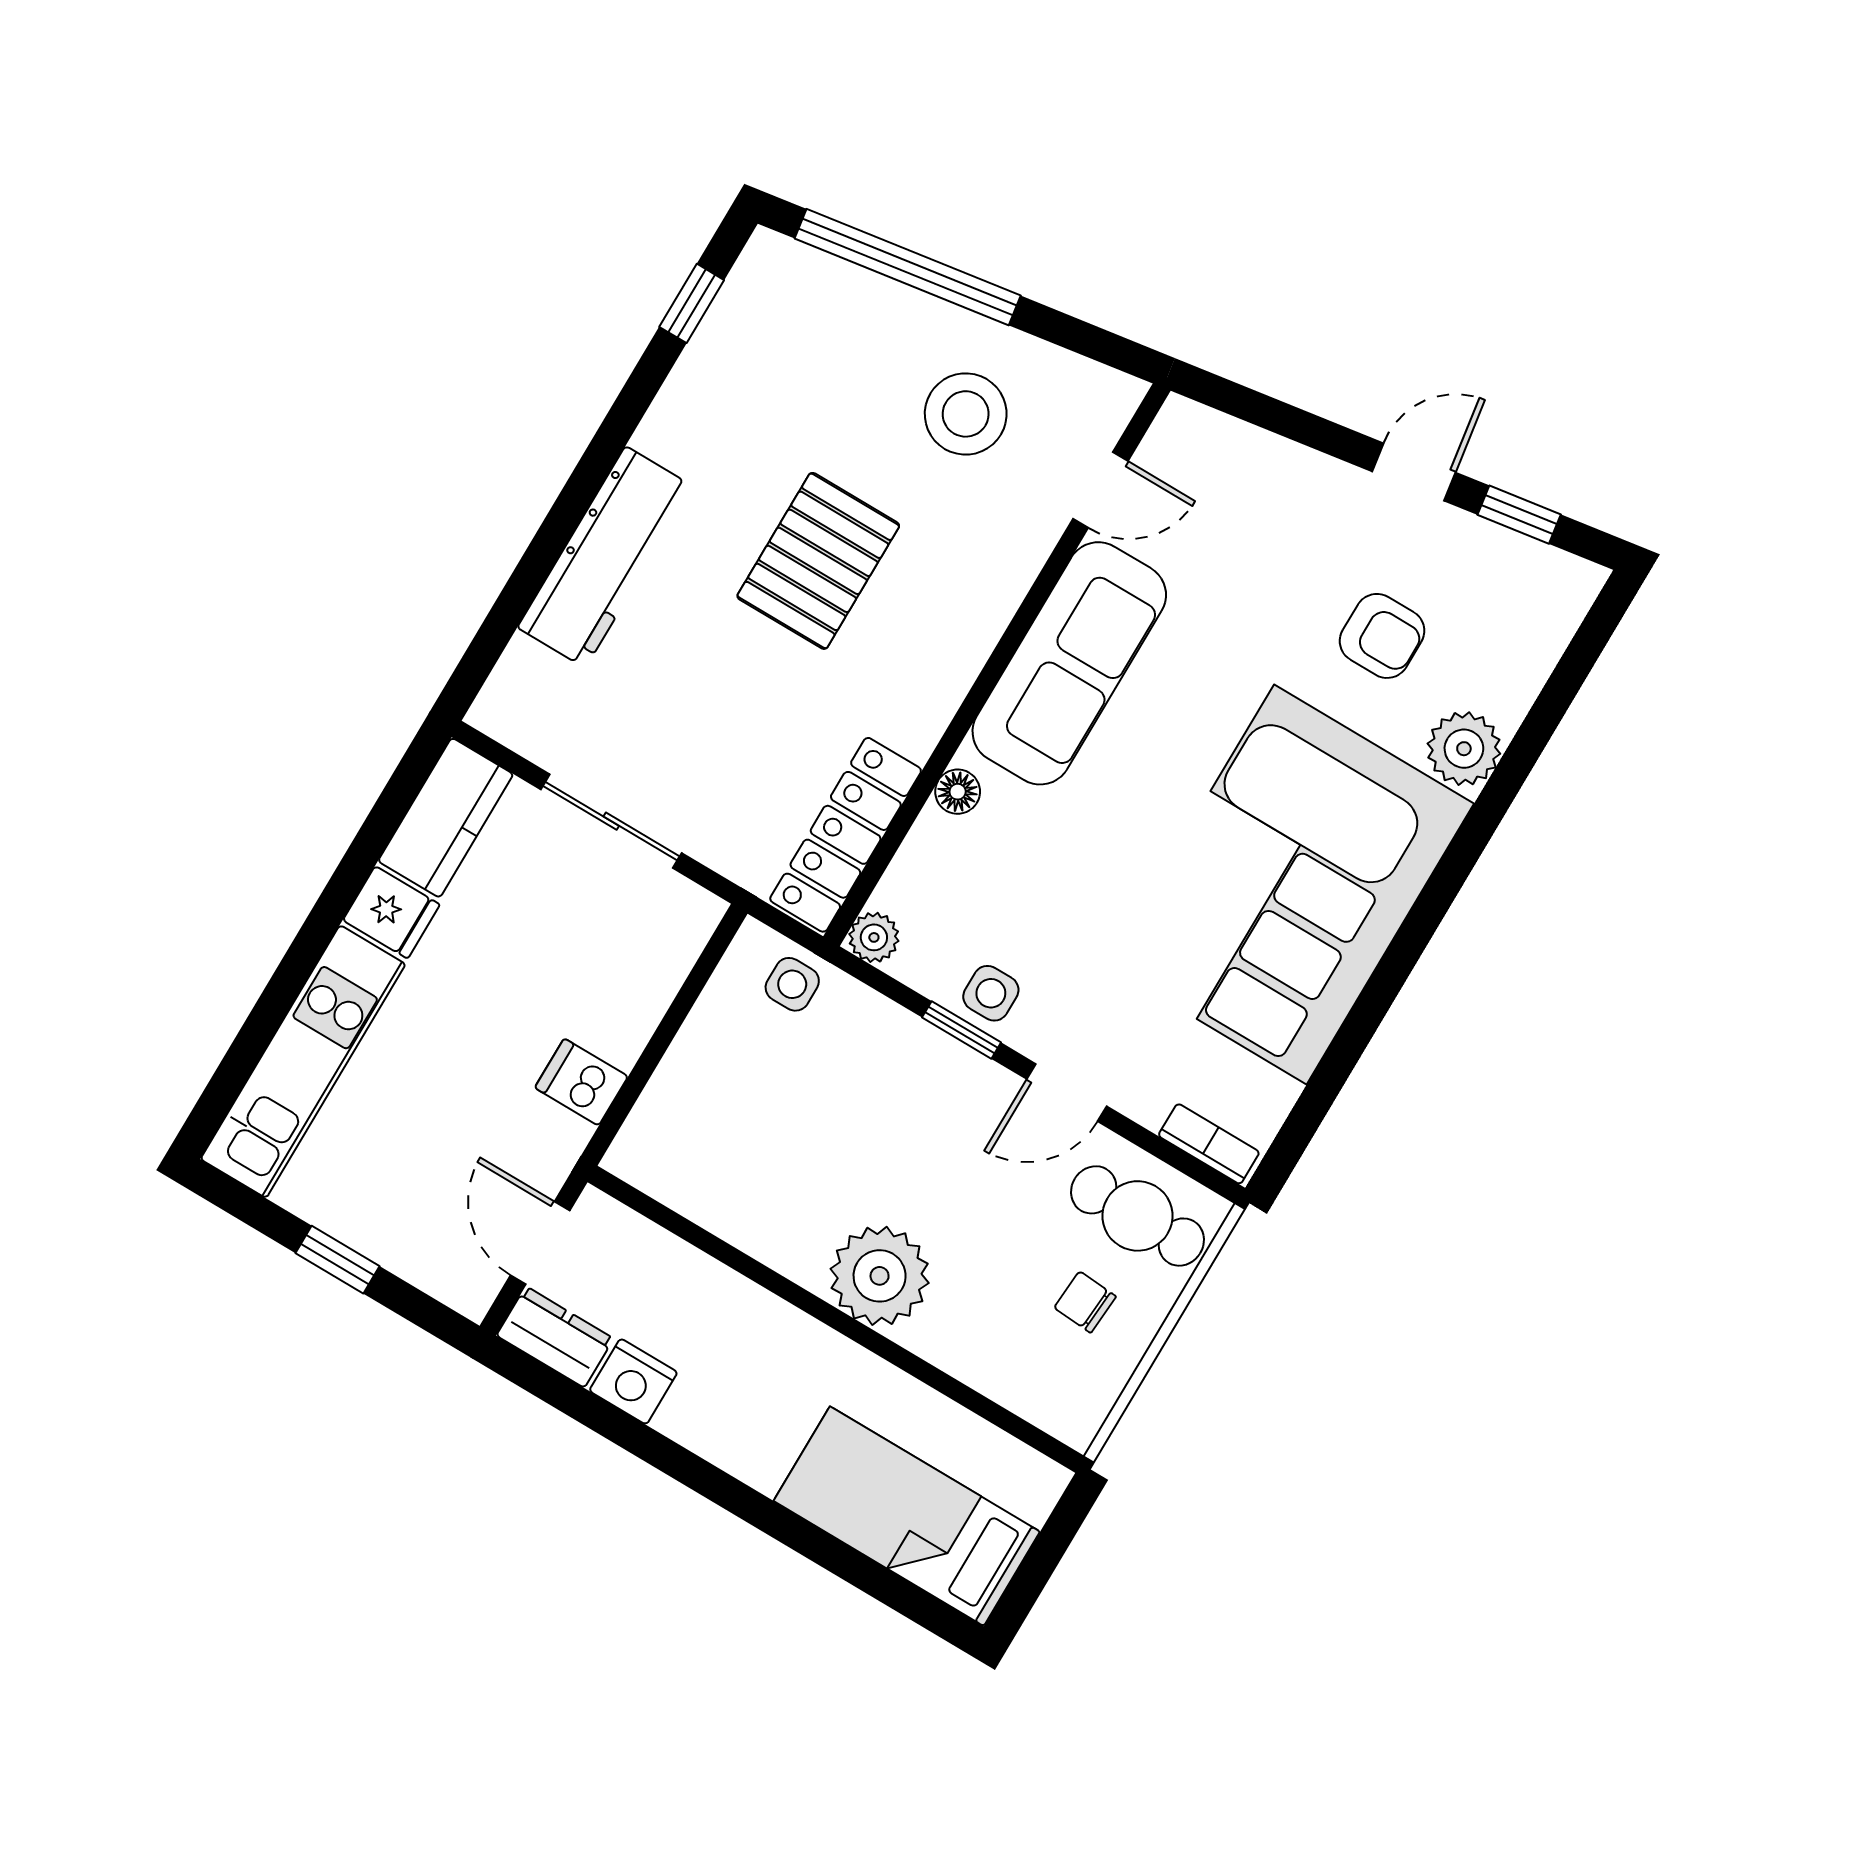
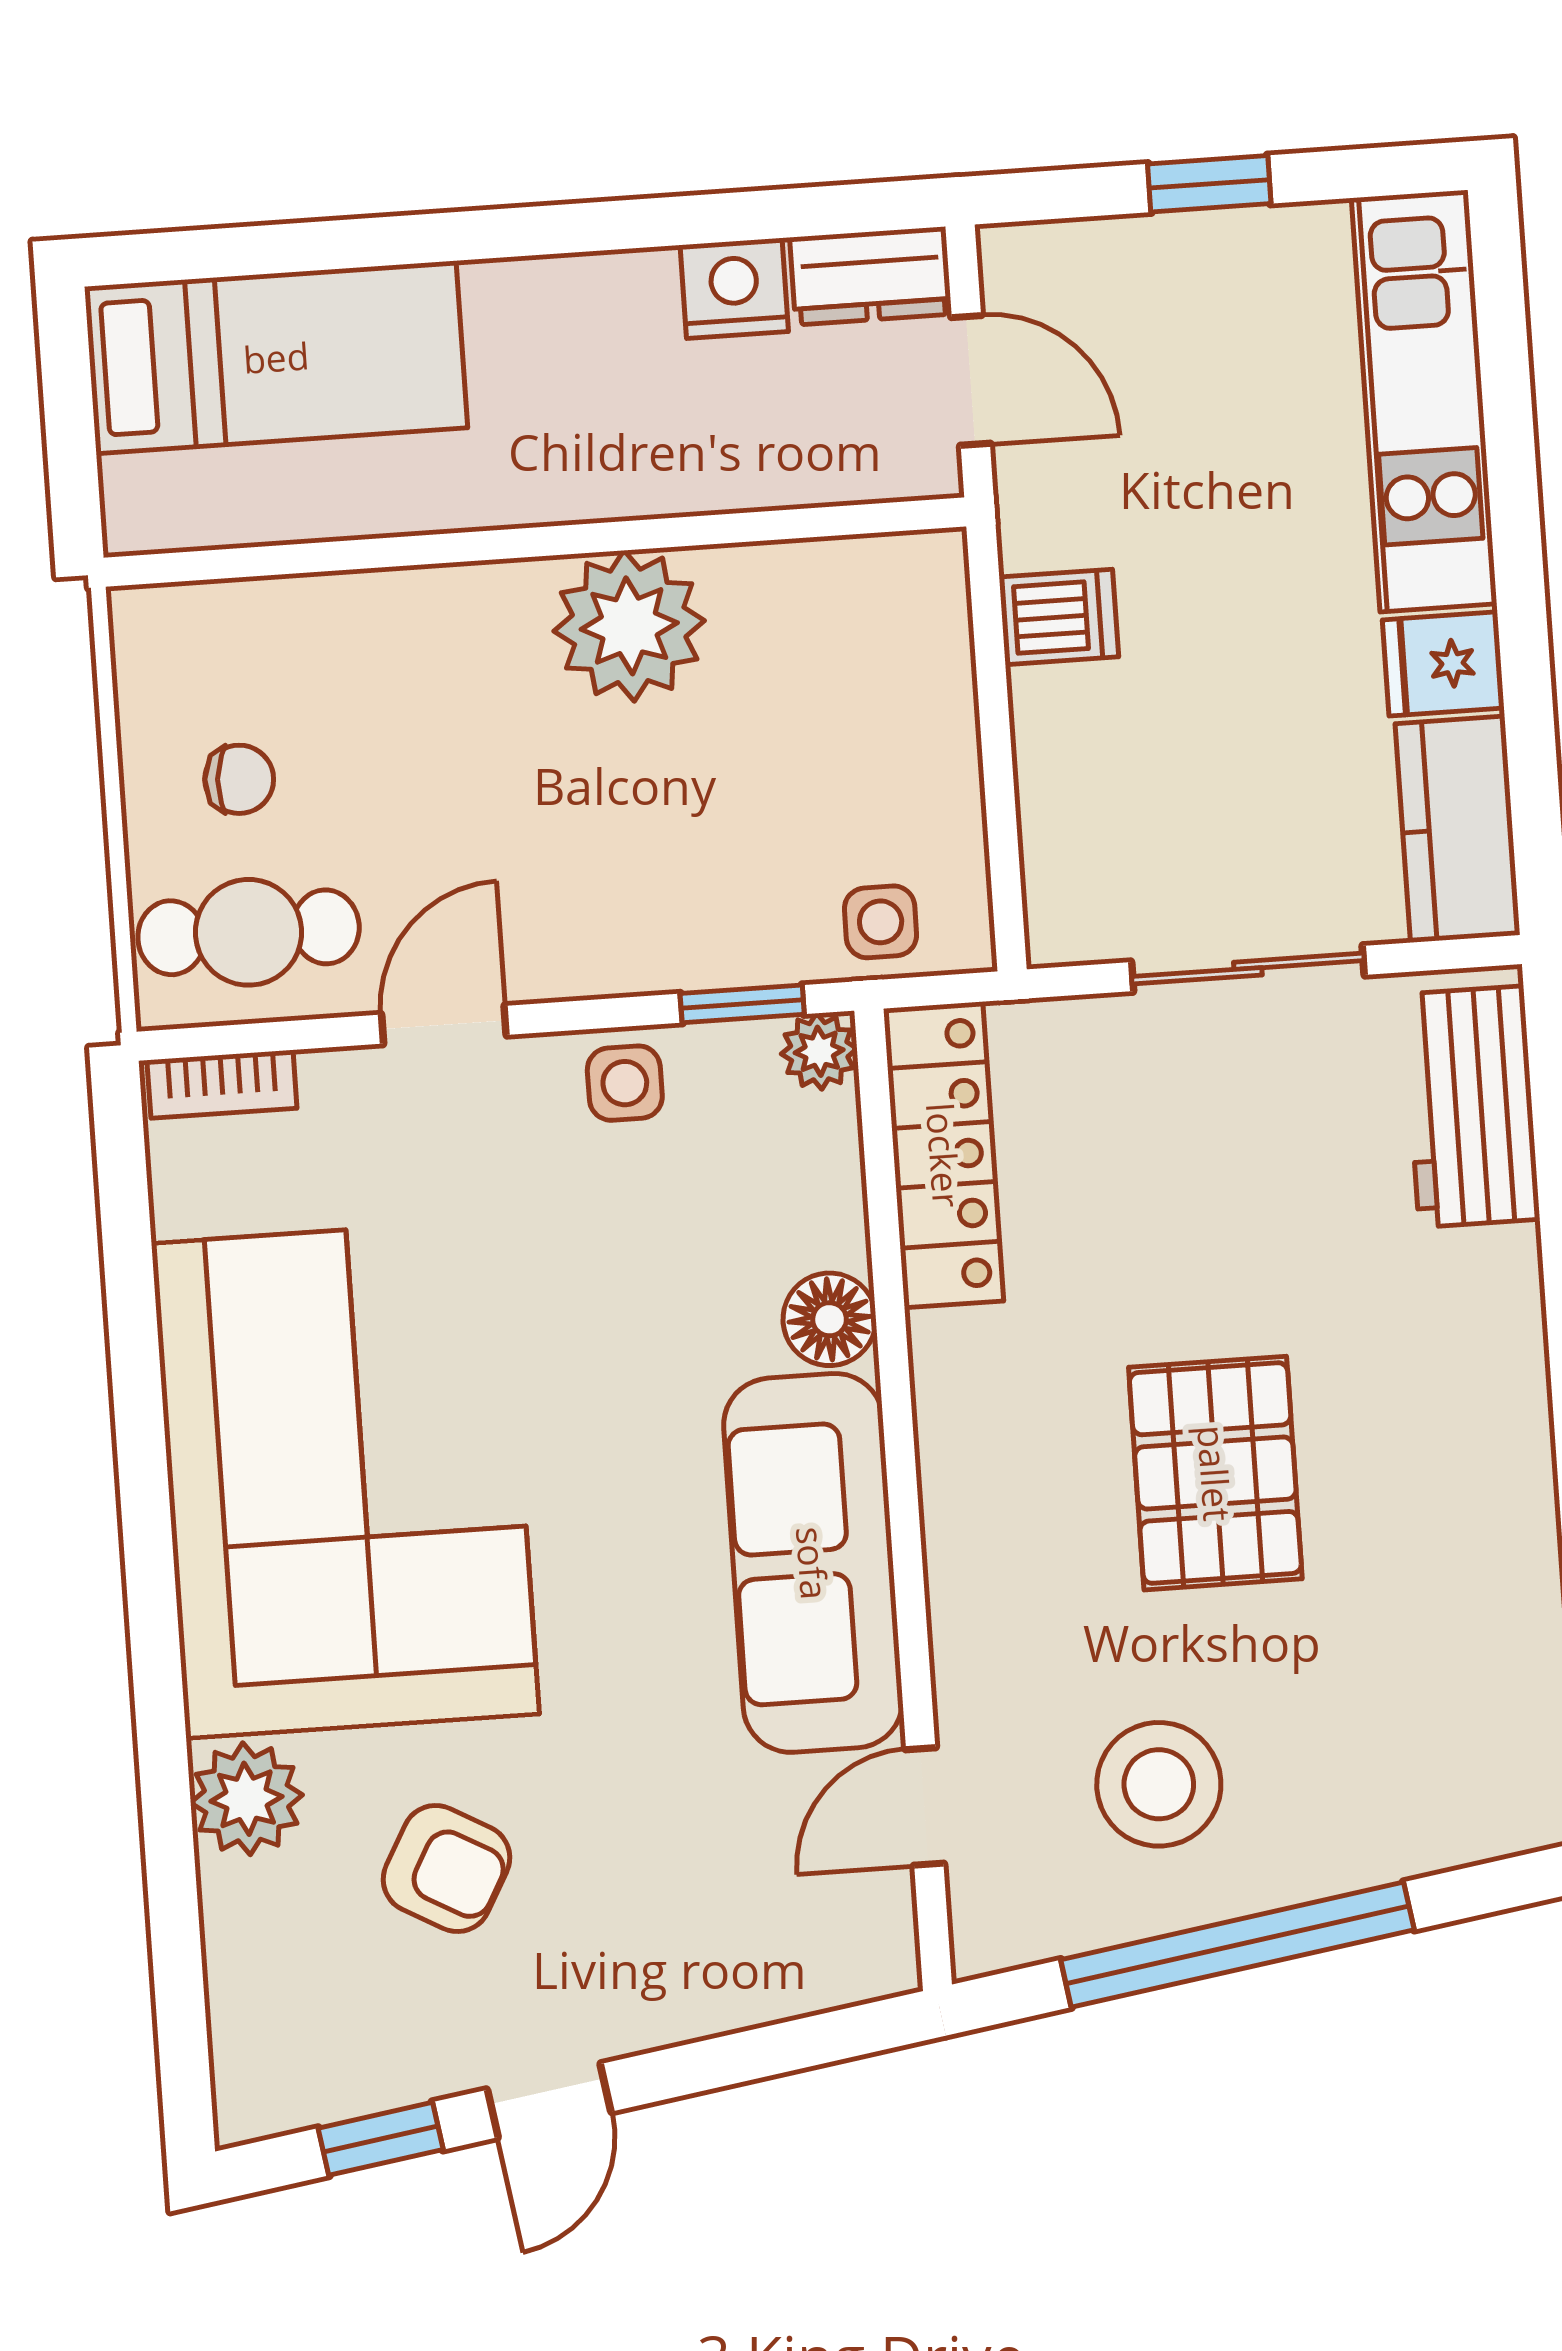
window: (908, 267) -> (1237, 1945), moved
workbench: (605, 557) -> (1471, 1107), moved, width x0.73
armchair: (1382, 636) -> (446, 1868), turned -151
floor lamp: (958, 792) -> (830, 1319), width x1.37, depth x1.37
window: (962, 1030) -> (742, 1004), moved
plant: (880, 1276) -> (629, 626), moved

